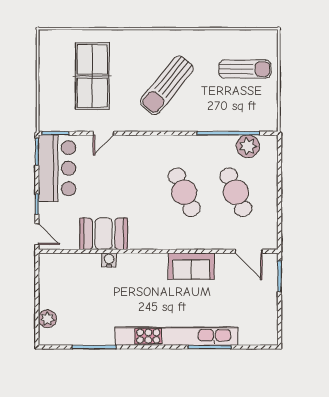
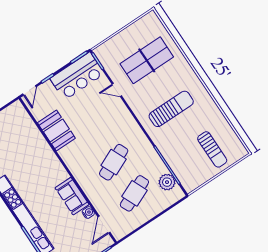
sun lounger: (167, 85) -> (171, 109), turned 141
water cooler: (109, 260) -> (88, 212), moved

